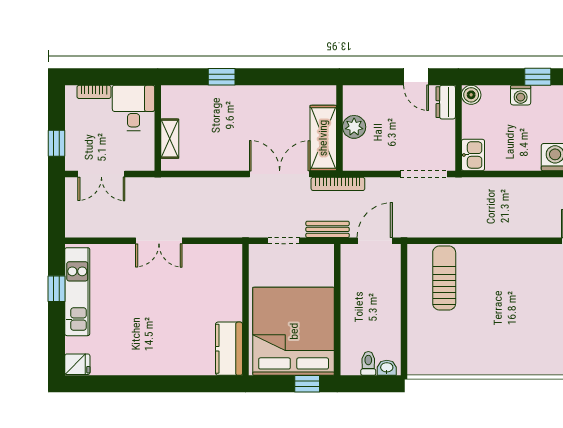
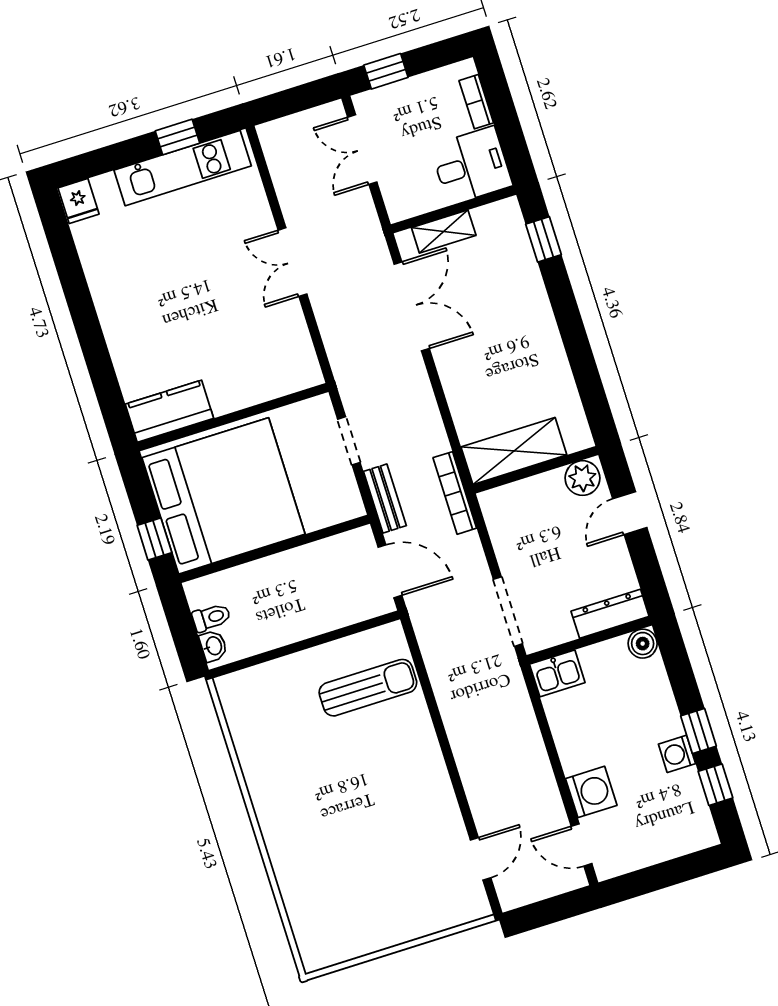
window: (222, 77) -> (543, 239), moved
door: (416, 77) -> (630, 513), moved
washing machine: (521, 95) -> (677, 754), moved
dresser: (446, 102) -> (610, 614), width x1.44
plant: (354, 127) -> (582, 478), moved
double door: (280, 174) -> (412, 306), moved

